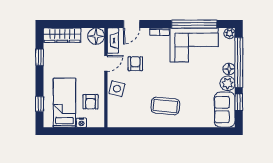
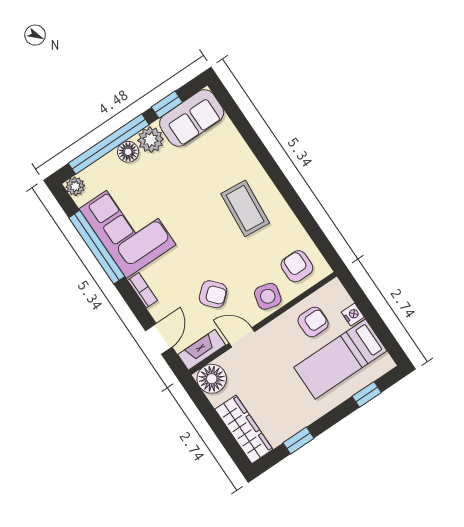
door: (132, 24) -> (159, 339), hinge flipped
armchair: (135, 64) -> (213, 294), turned -131
armchair: (122, 112) -> (297, 266), added

